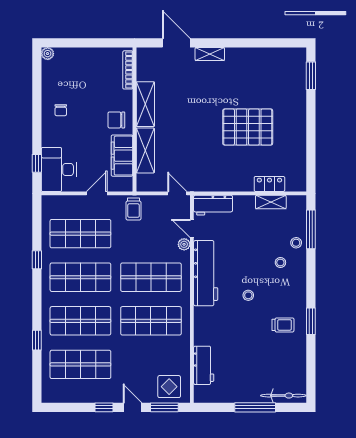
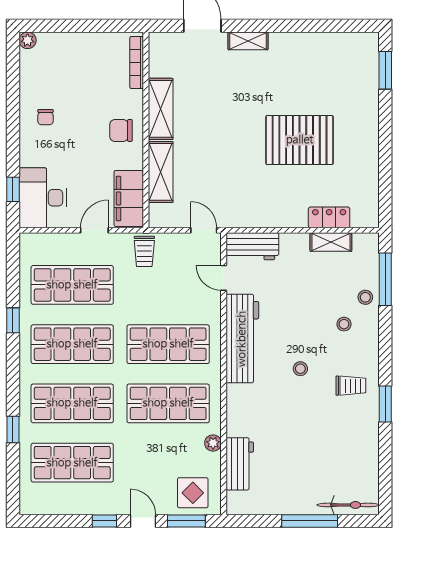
filing cabinet: (122, 156) -> (129, 198), moved
plant: (184, 244) -> (213, 443), moved
trolley: (283, 325) -> (351, 386), moved

